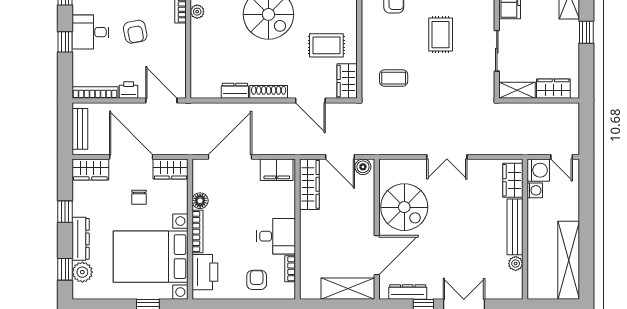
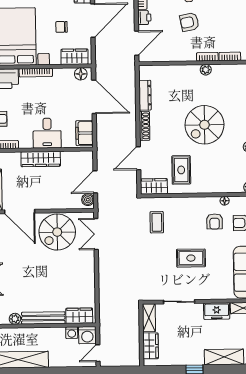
dresser: (235, 91) -> (145, 95), width x1.44
double door: (447, 157) -> (96, 234), moved
wardrobe: (170, 169) -> (74, 57), moved, turned 90
wardrobe: (309, 184) -> (41, 159), moved
floor lamp: (200, 201) -> (81, 74), moved
desk: (276, 236) -> (47, 133), moved

